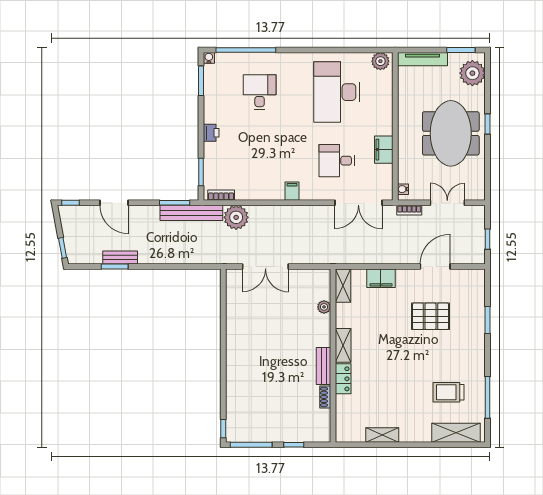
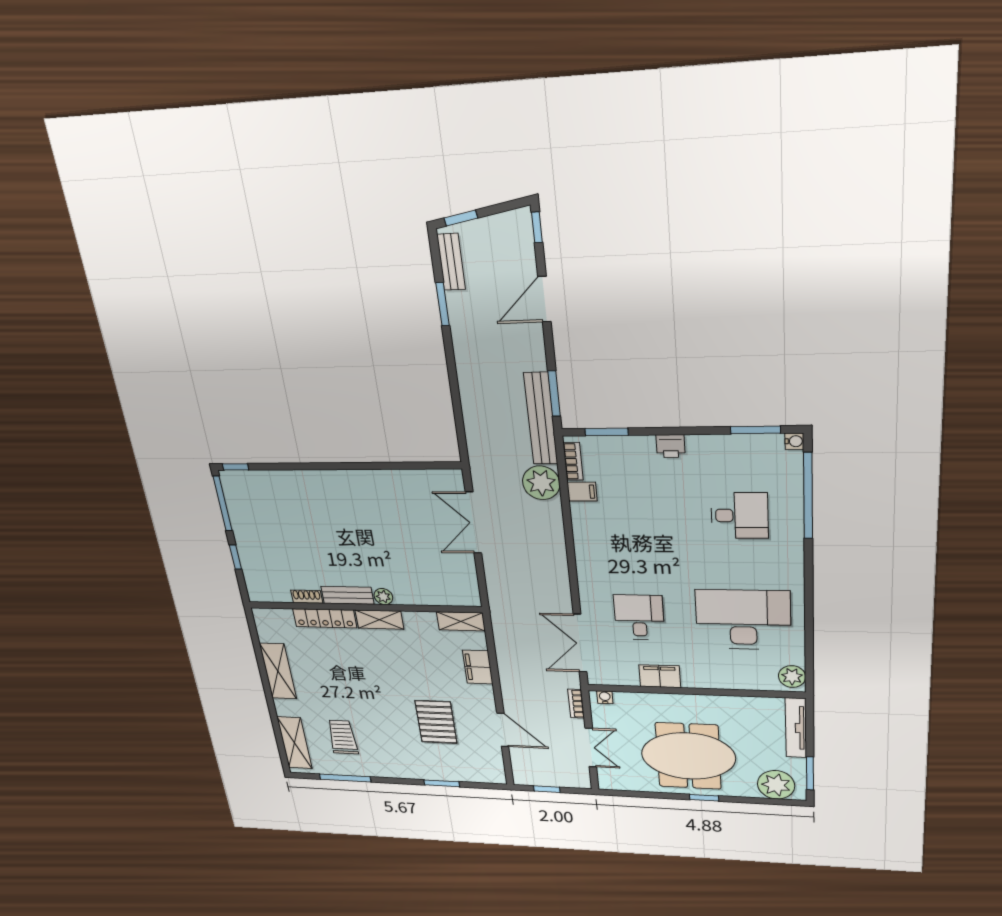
filing cabinet: (292, 191) -> (582, 492), moved
bench: (120, 257) -> (451, 262), moved
plant: (324, 307) -> (383, 597), moved
locker: (343, 379) -> (325, 618), width x1.53
shelving: (382, 435) -> (278, 671), width x1.50, depth x1.33

